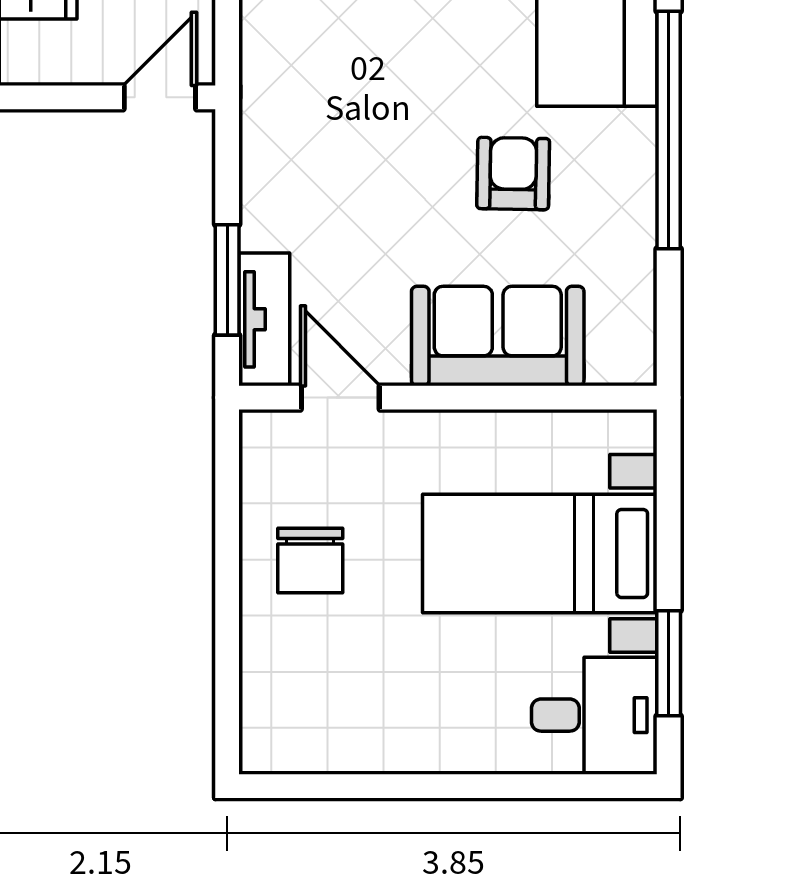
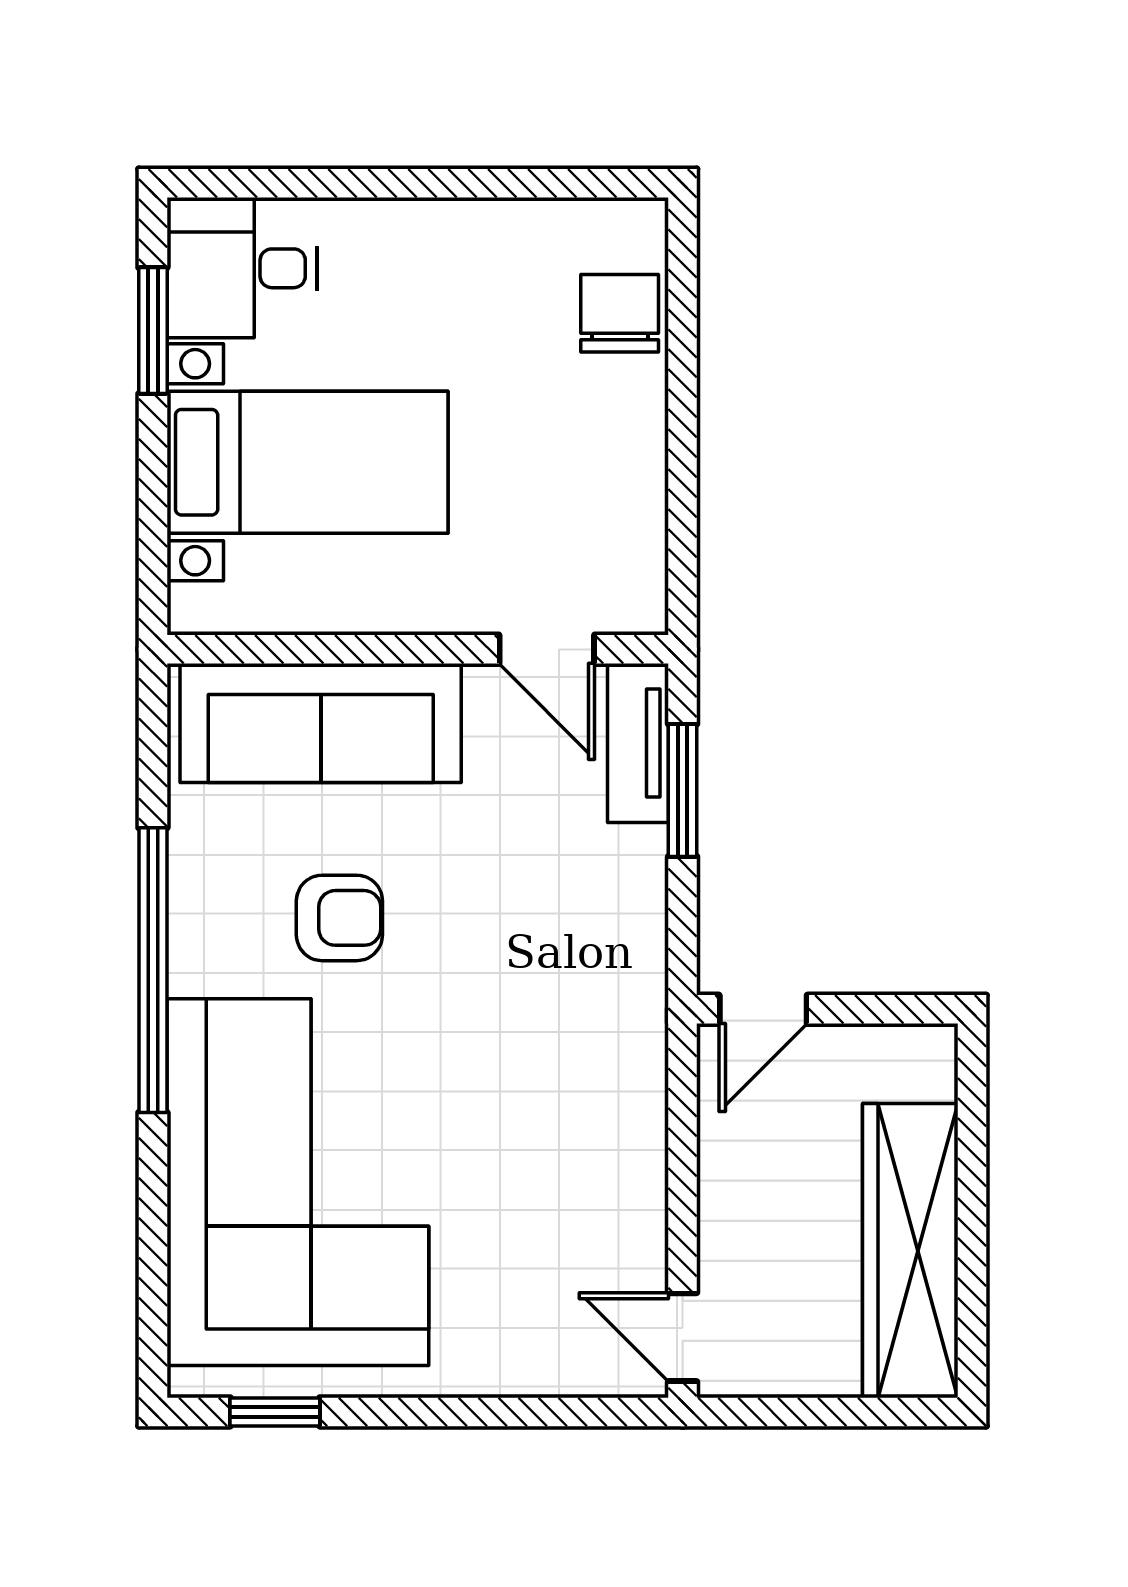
armchair: (513, 174) -> (339, 918), turned -91
sofa: (498, 336) -> (321, 723), width x1.36
chair: (310, 561) -> (620, 313), moved

